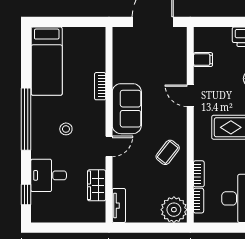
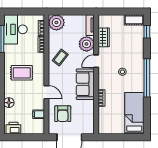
armchair: (164, 61) -> (63, 114), added
desk: (49, 175) -> (133, 43), removed
plant: (125, 175) -> (87, 44), added
cot: (47, 214) -> (134, 20), added

